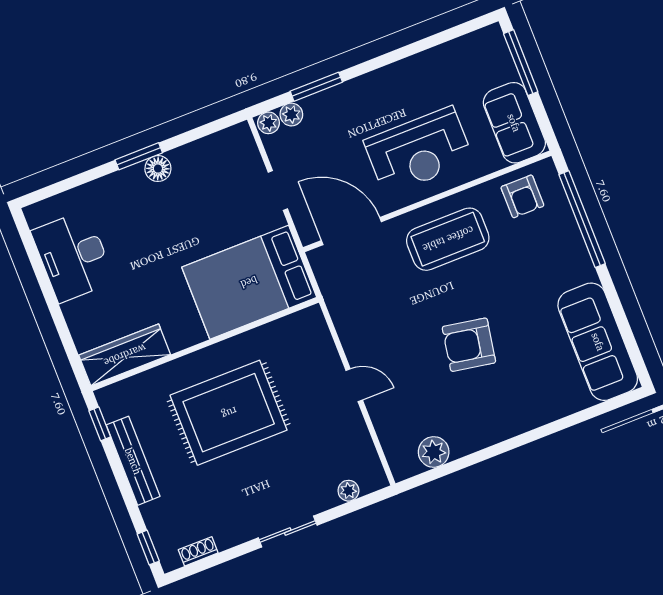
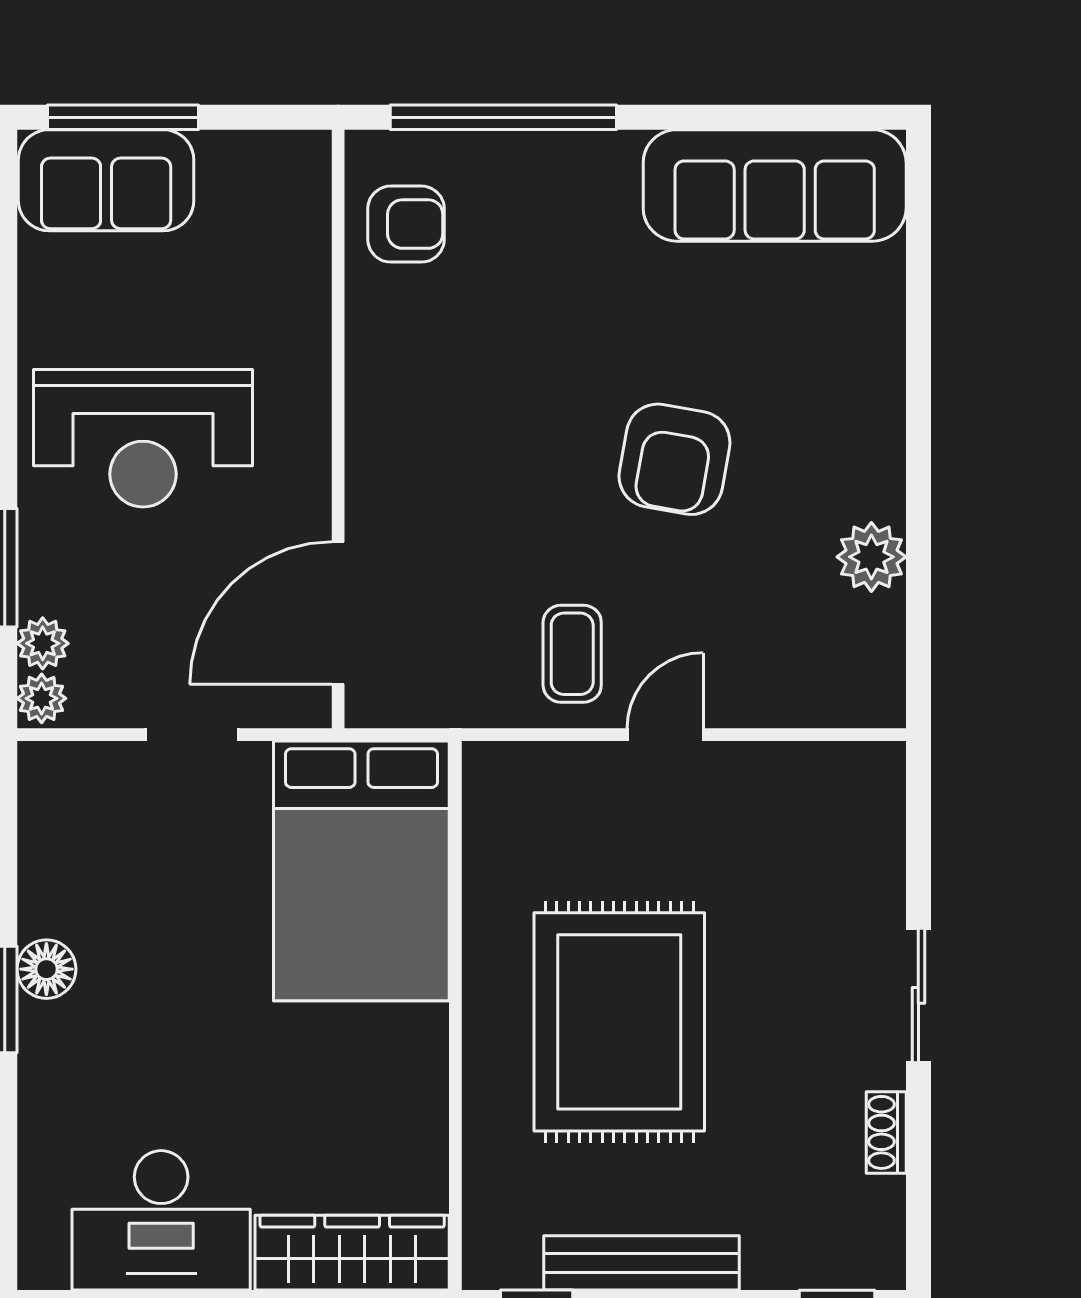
sofa: (514, 123) -> (106, 180), moved
reception desk: (419, 151) -> (143, 438), moved, turned 90
coffee table: (448, 239) -> (572, 654), moved, width x0.54, depth x0.58
wardrobe: (125, 355) -> (352, 1253), moved, turned 90
plant: (434, 452) -> (871, 557), moved
plant: (348, 491) -> (883, 834), removed
shoe rack: (198, 551) -> (886, 1132), moved

